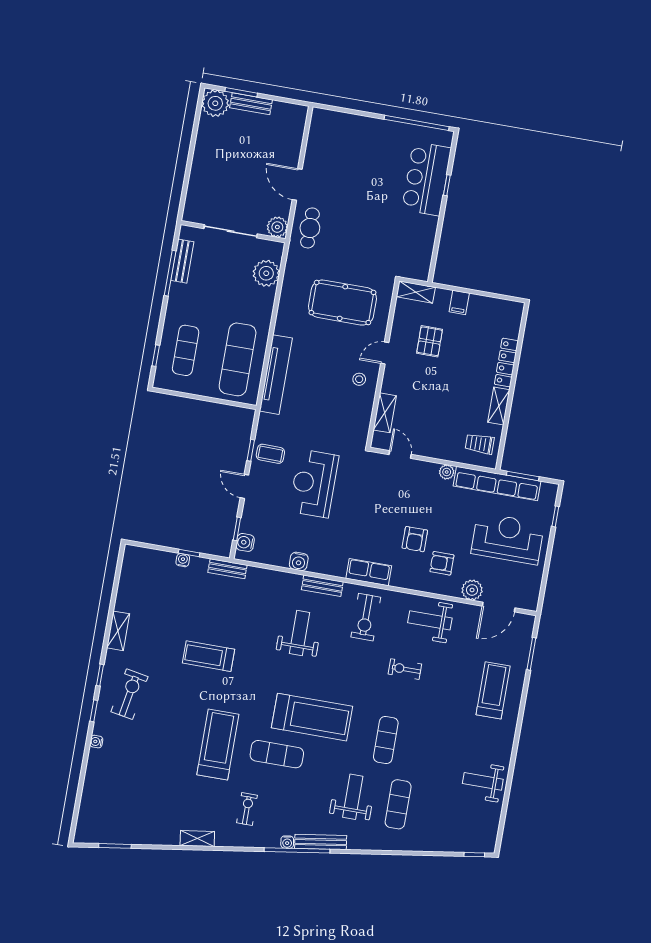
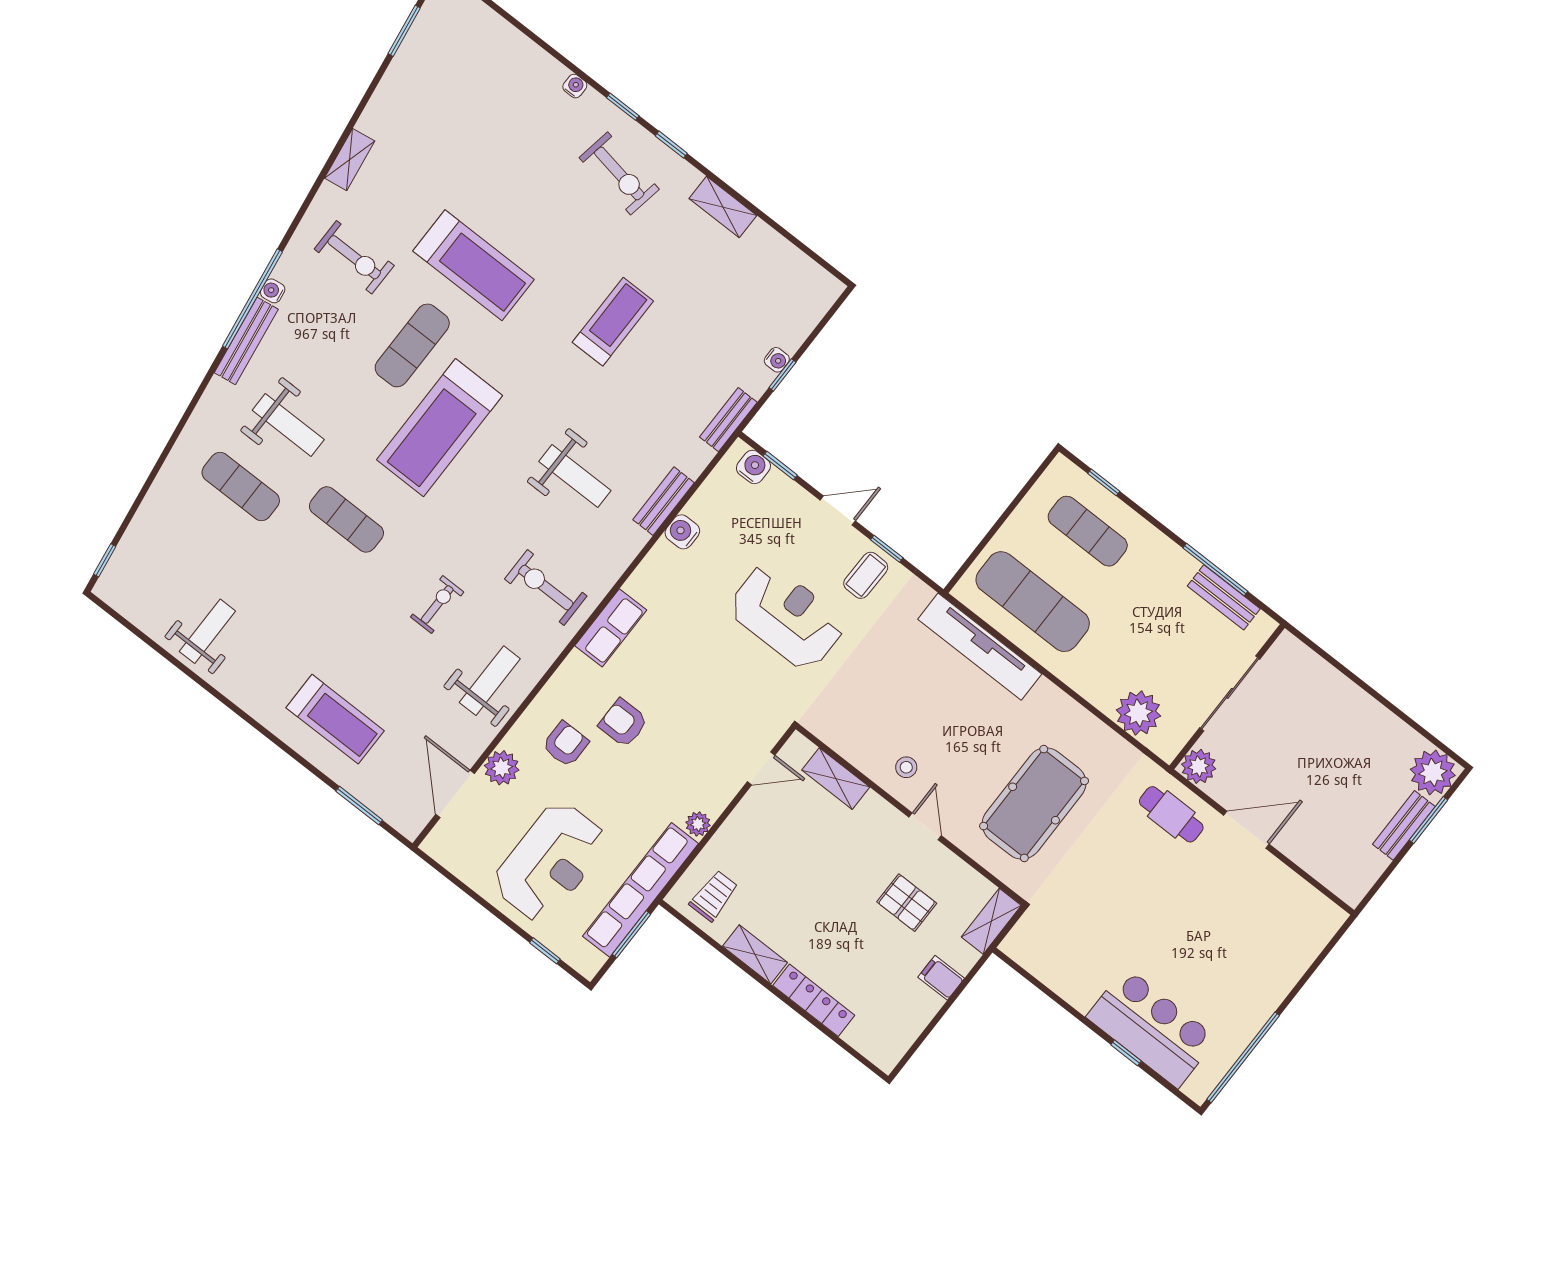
bench: (322, 586) -> (664, 501), moved
exercise bike: (247, 809) -> (354, 257), width x1.38, depth x1.39

